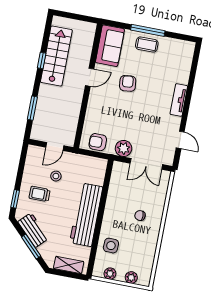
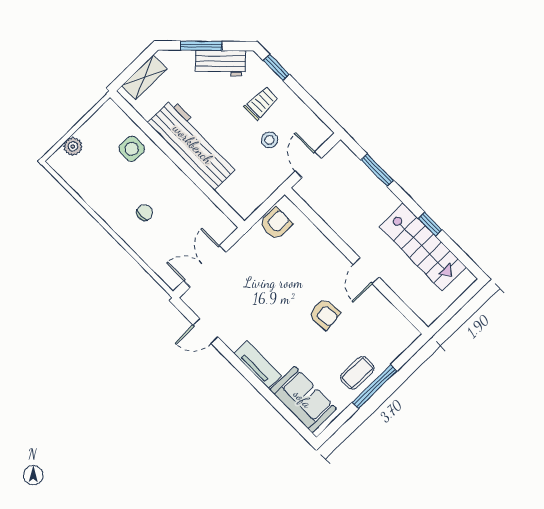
sofa: (110, 46) -> (303, 399), moved, turned 180
plant: (124, 148) -> (245, 251), removed
plant: (110, 274) -> (97, 123), removed

